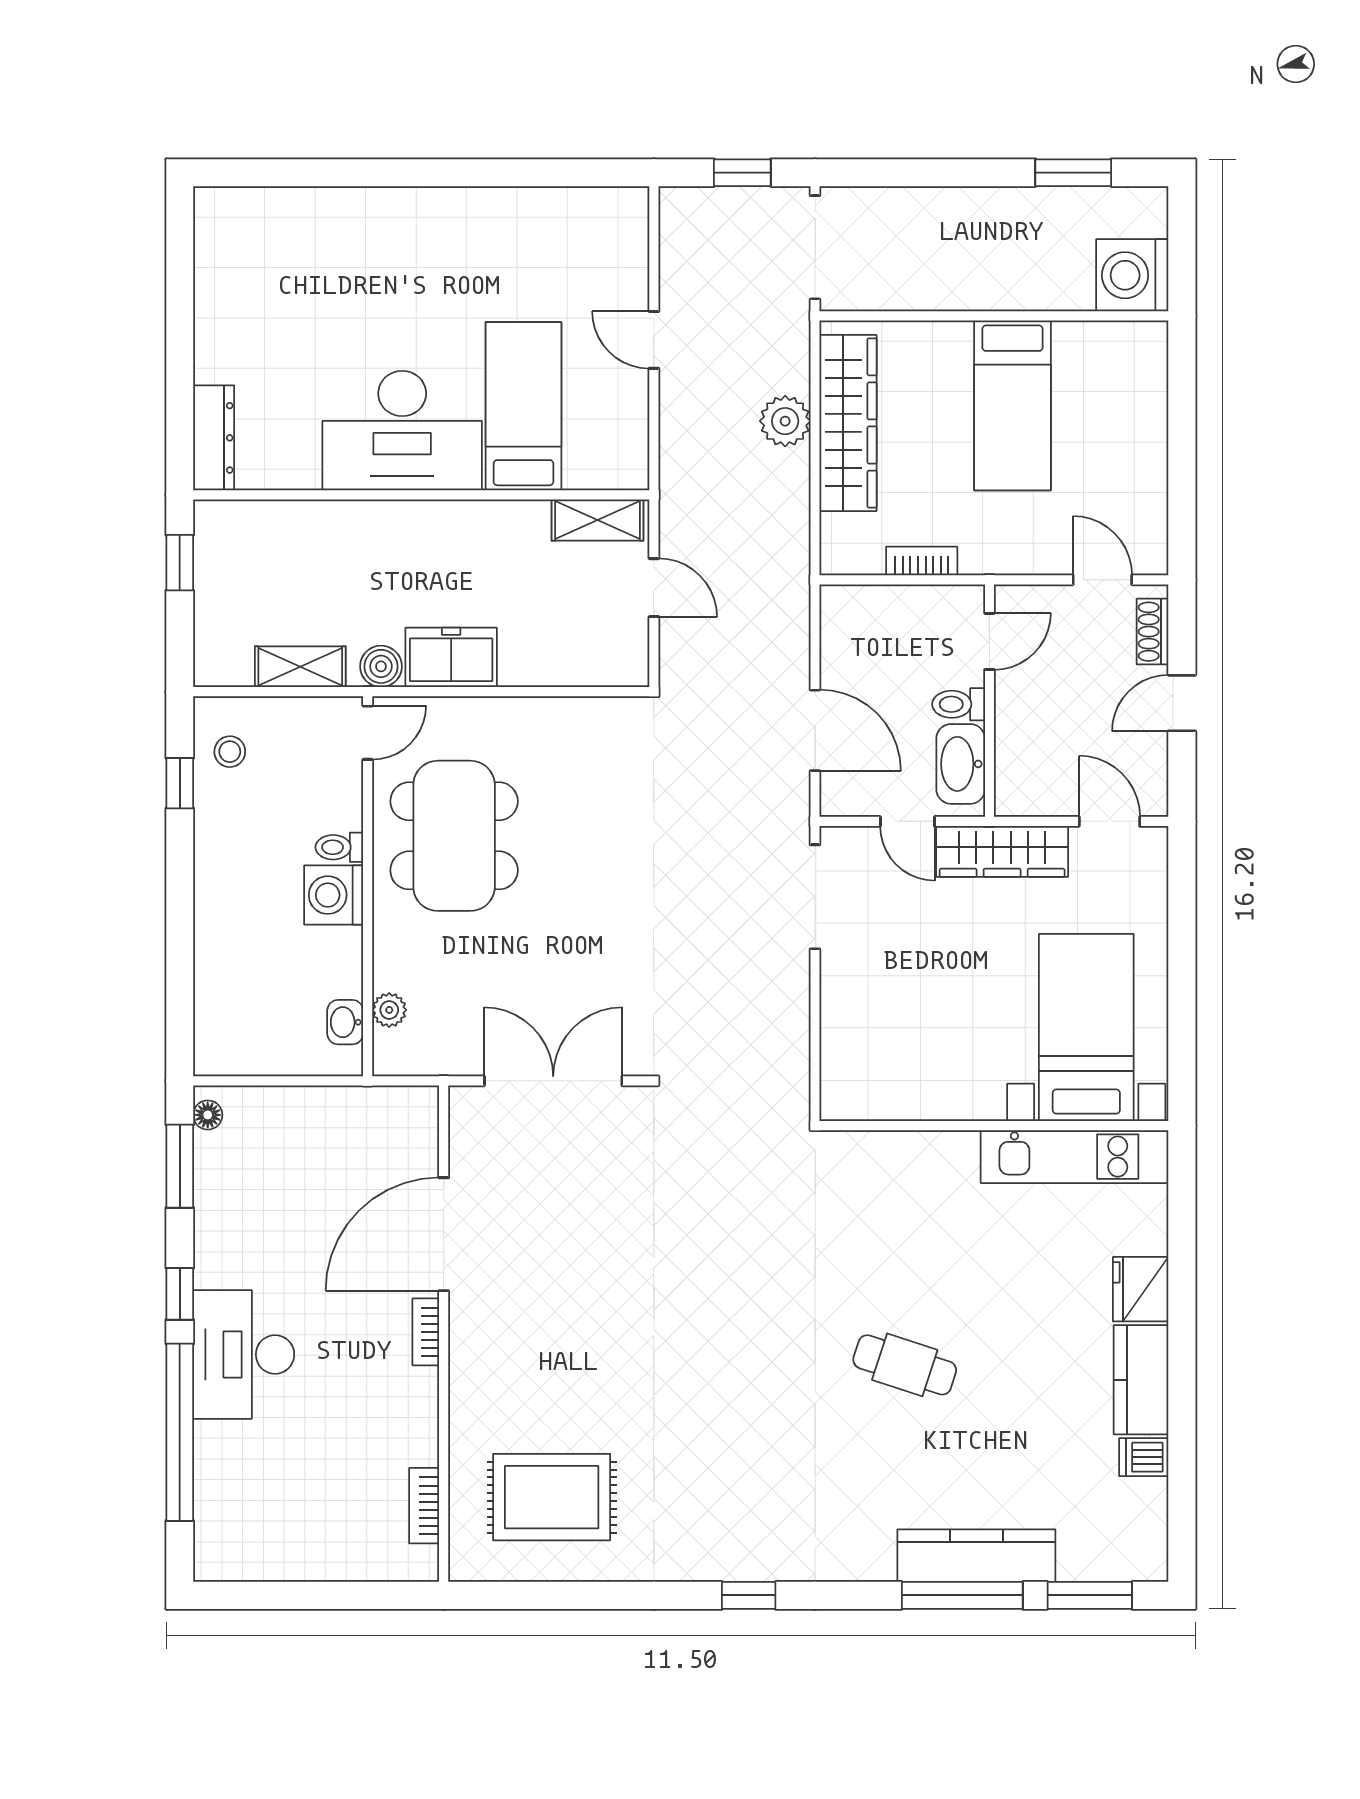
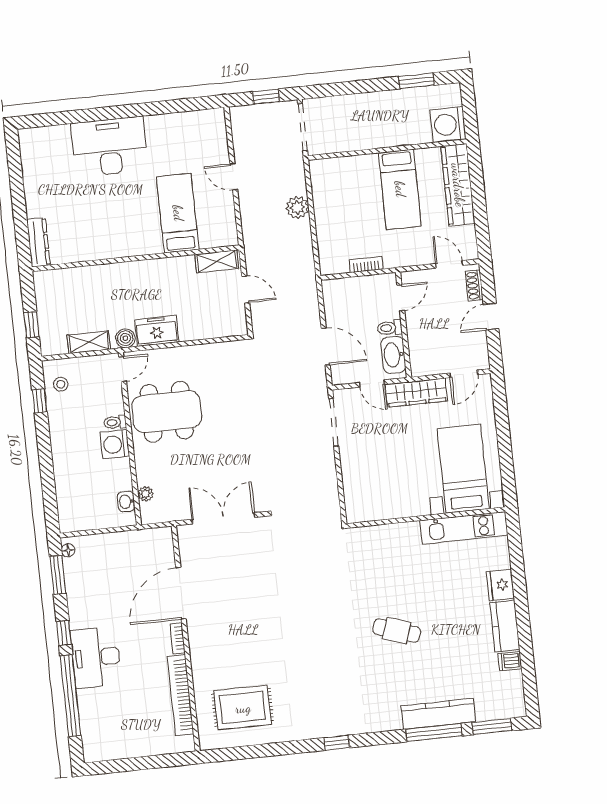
wardrobe: (848, 423) -> (458, 185), moved, turned 180
desk: (402, 431) -> (109, 147), moved, turned 180
window: (180, 563) -> (32, 325), moved
door: (1109, 821) -> (464, 374), swing flipped
dining table: (454, 836) -> (167, 412), turned 90
bookcase: (424, 1506) -> (181, 695), width x2.31, depth x1.31

